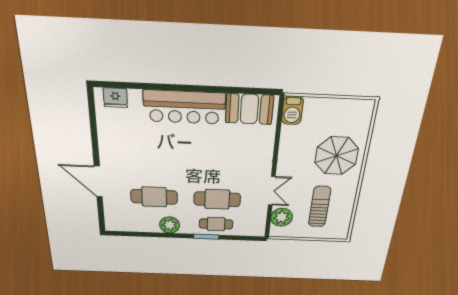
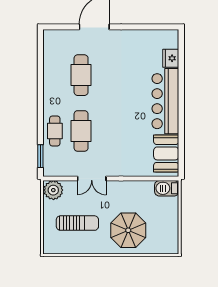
fridge: (115, 98) -> (171, 58), moved
plant: (282, 217) -> (53, 190), moved
plant: (170, 225) -> (52, 89), removed
window: (206, 237) -> (40, 156), moved

